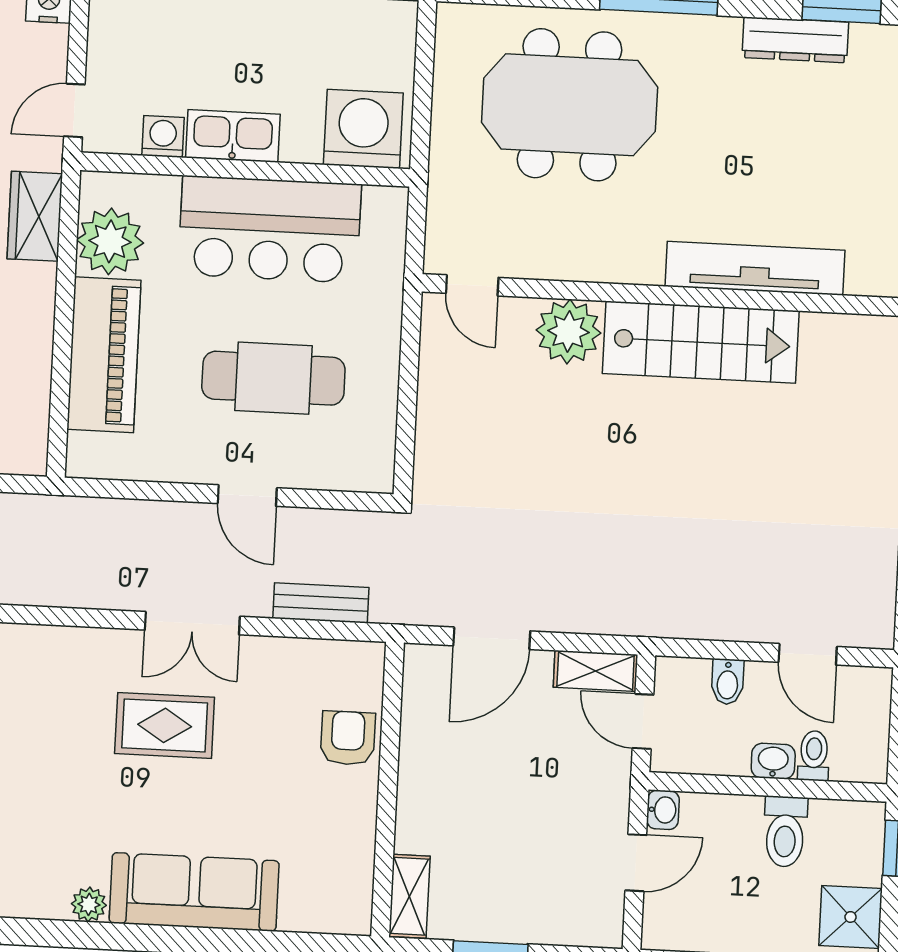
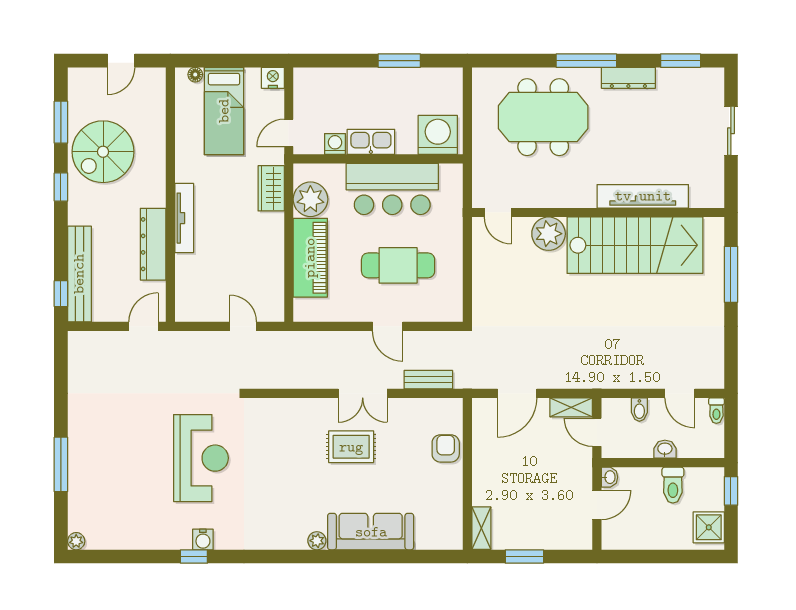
dresser: (795, 40) -> (628, 78), moved
stairs: (701, 342) -> (635, 245), width x1.36, depth x1.51
toilet: (814, 756) -> (716, 411), moved, turned 180

